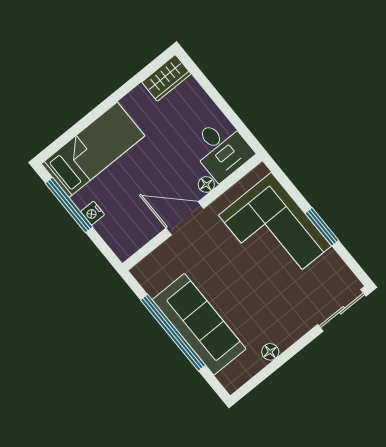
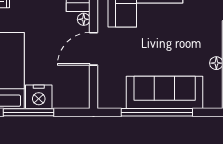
nightstand: (93, 213) -> (39, 97), width x1.89, depth x1.79

